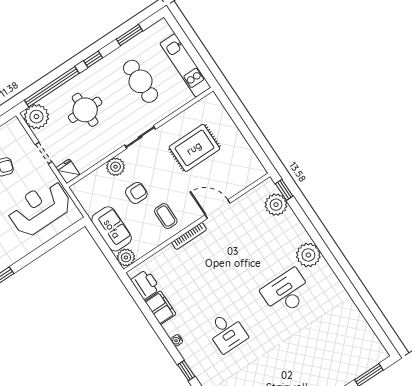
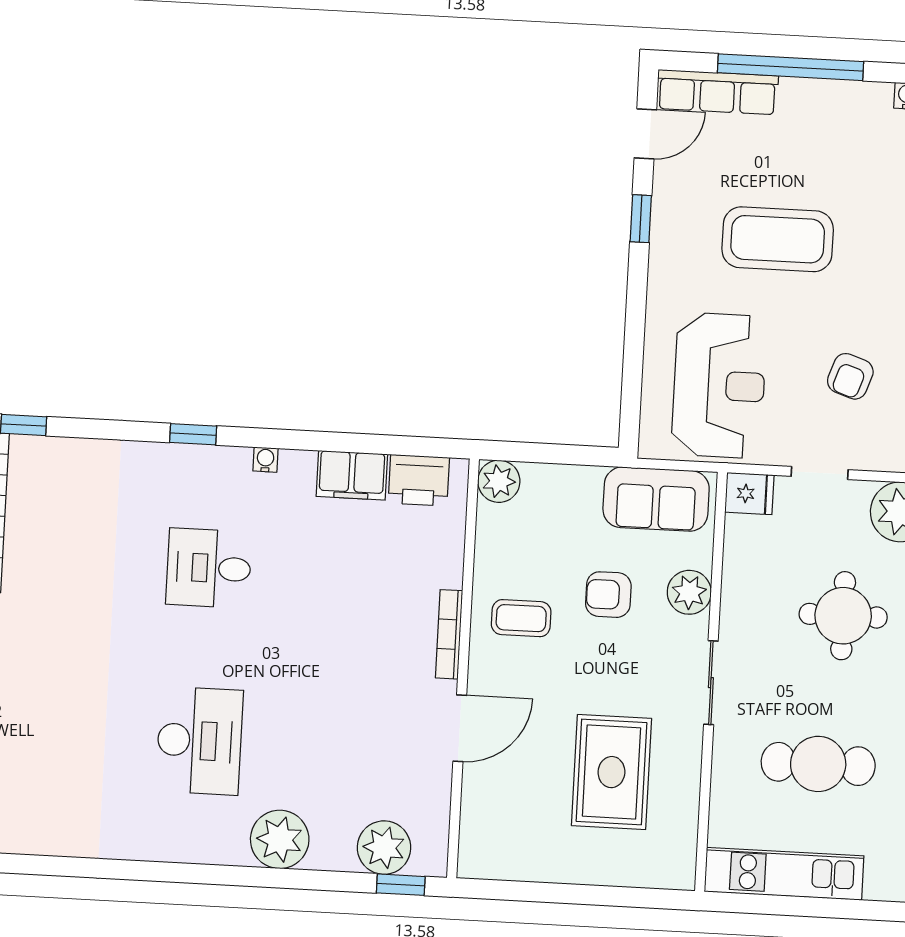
armchair: (136, 193) -> (608, 595), turned 90
sofa: (112, 229) -> (656, 499), moved
plant: (308, 255) -> (280, 839), moved

